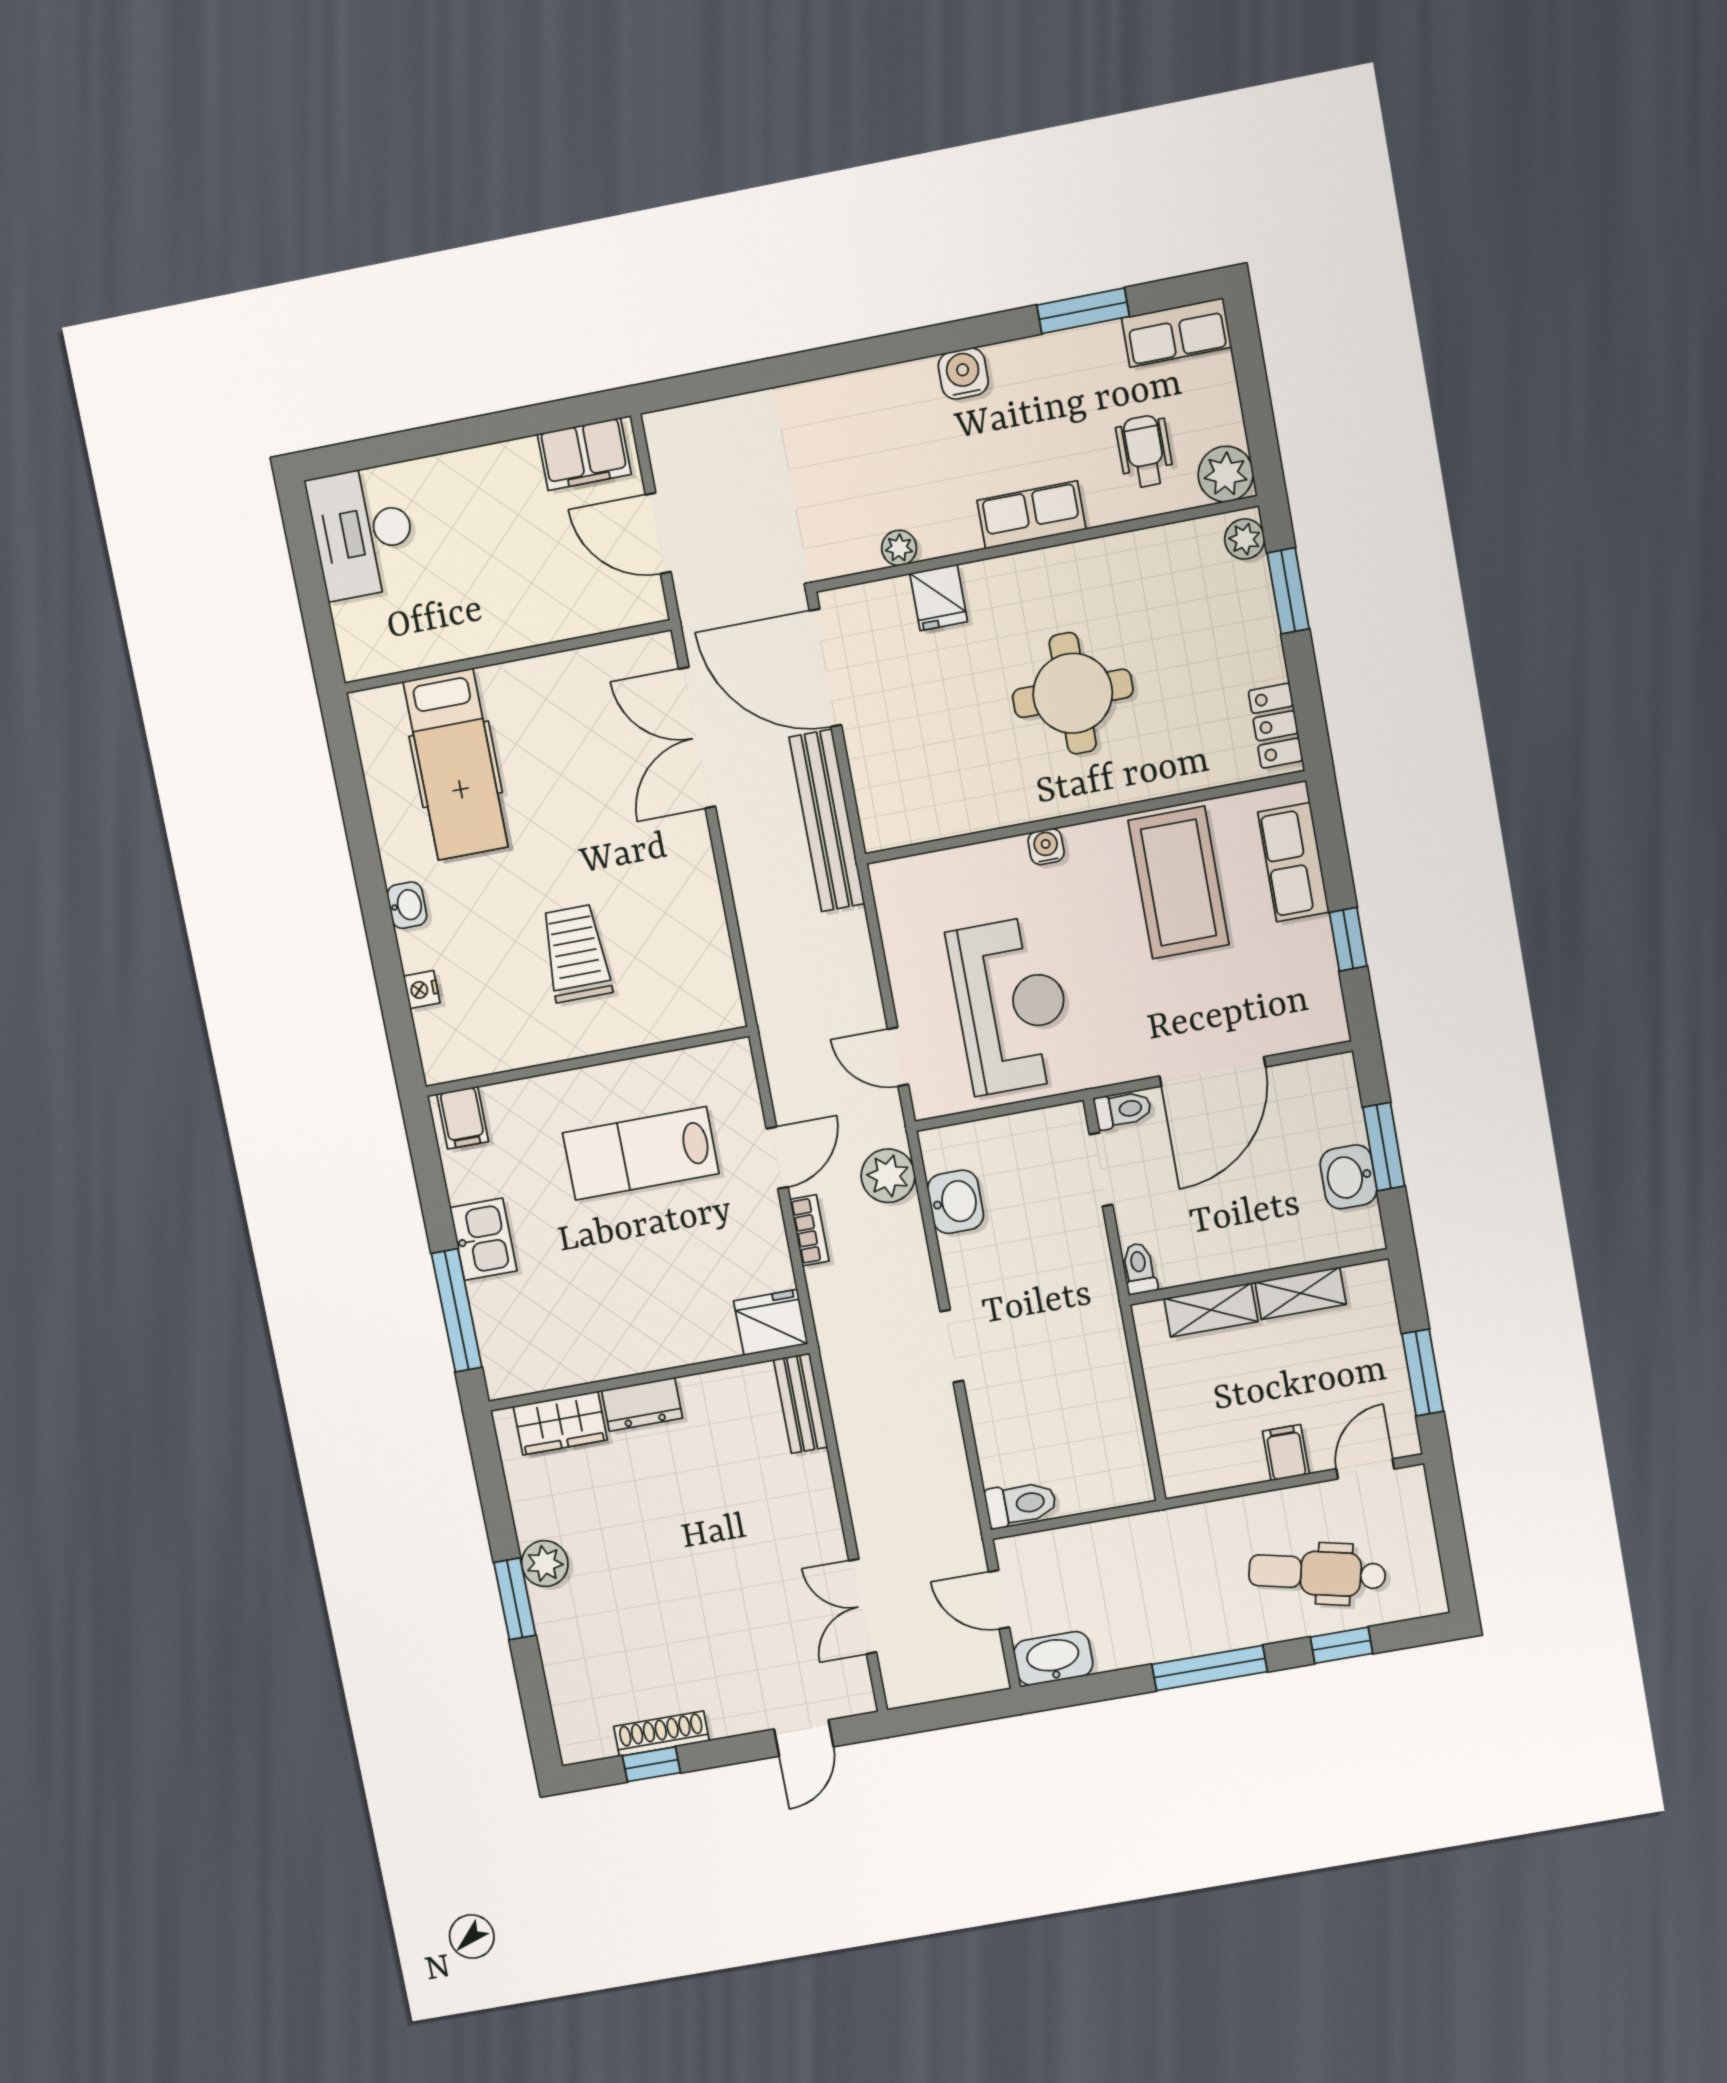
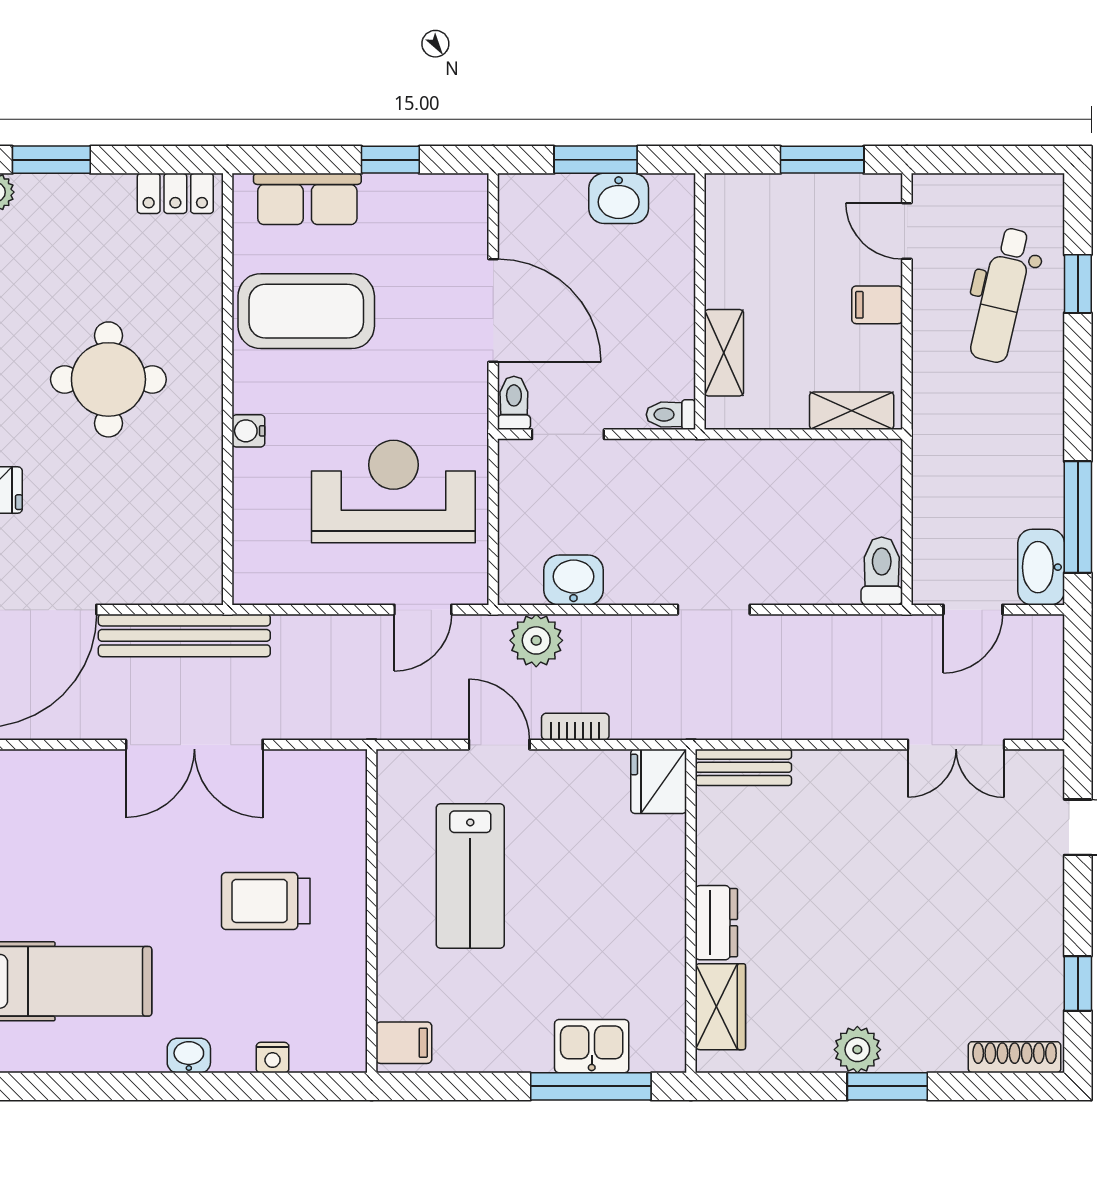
double door: (697, 738) -> (194, 745), moved
kitchen sink: (483, 1239) -> (592, 1046), moved
shelving: (1301, 1293) -> (852, 411), moved, turned 90
window: (1210, 1668) -> (1078, 517), moved
shoe rack: (661, 1734) -> (1015, 1057), moved, turned 90

